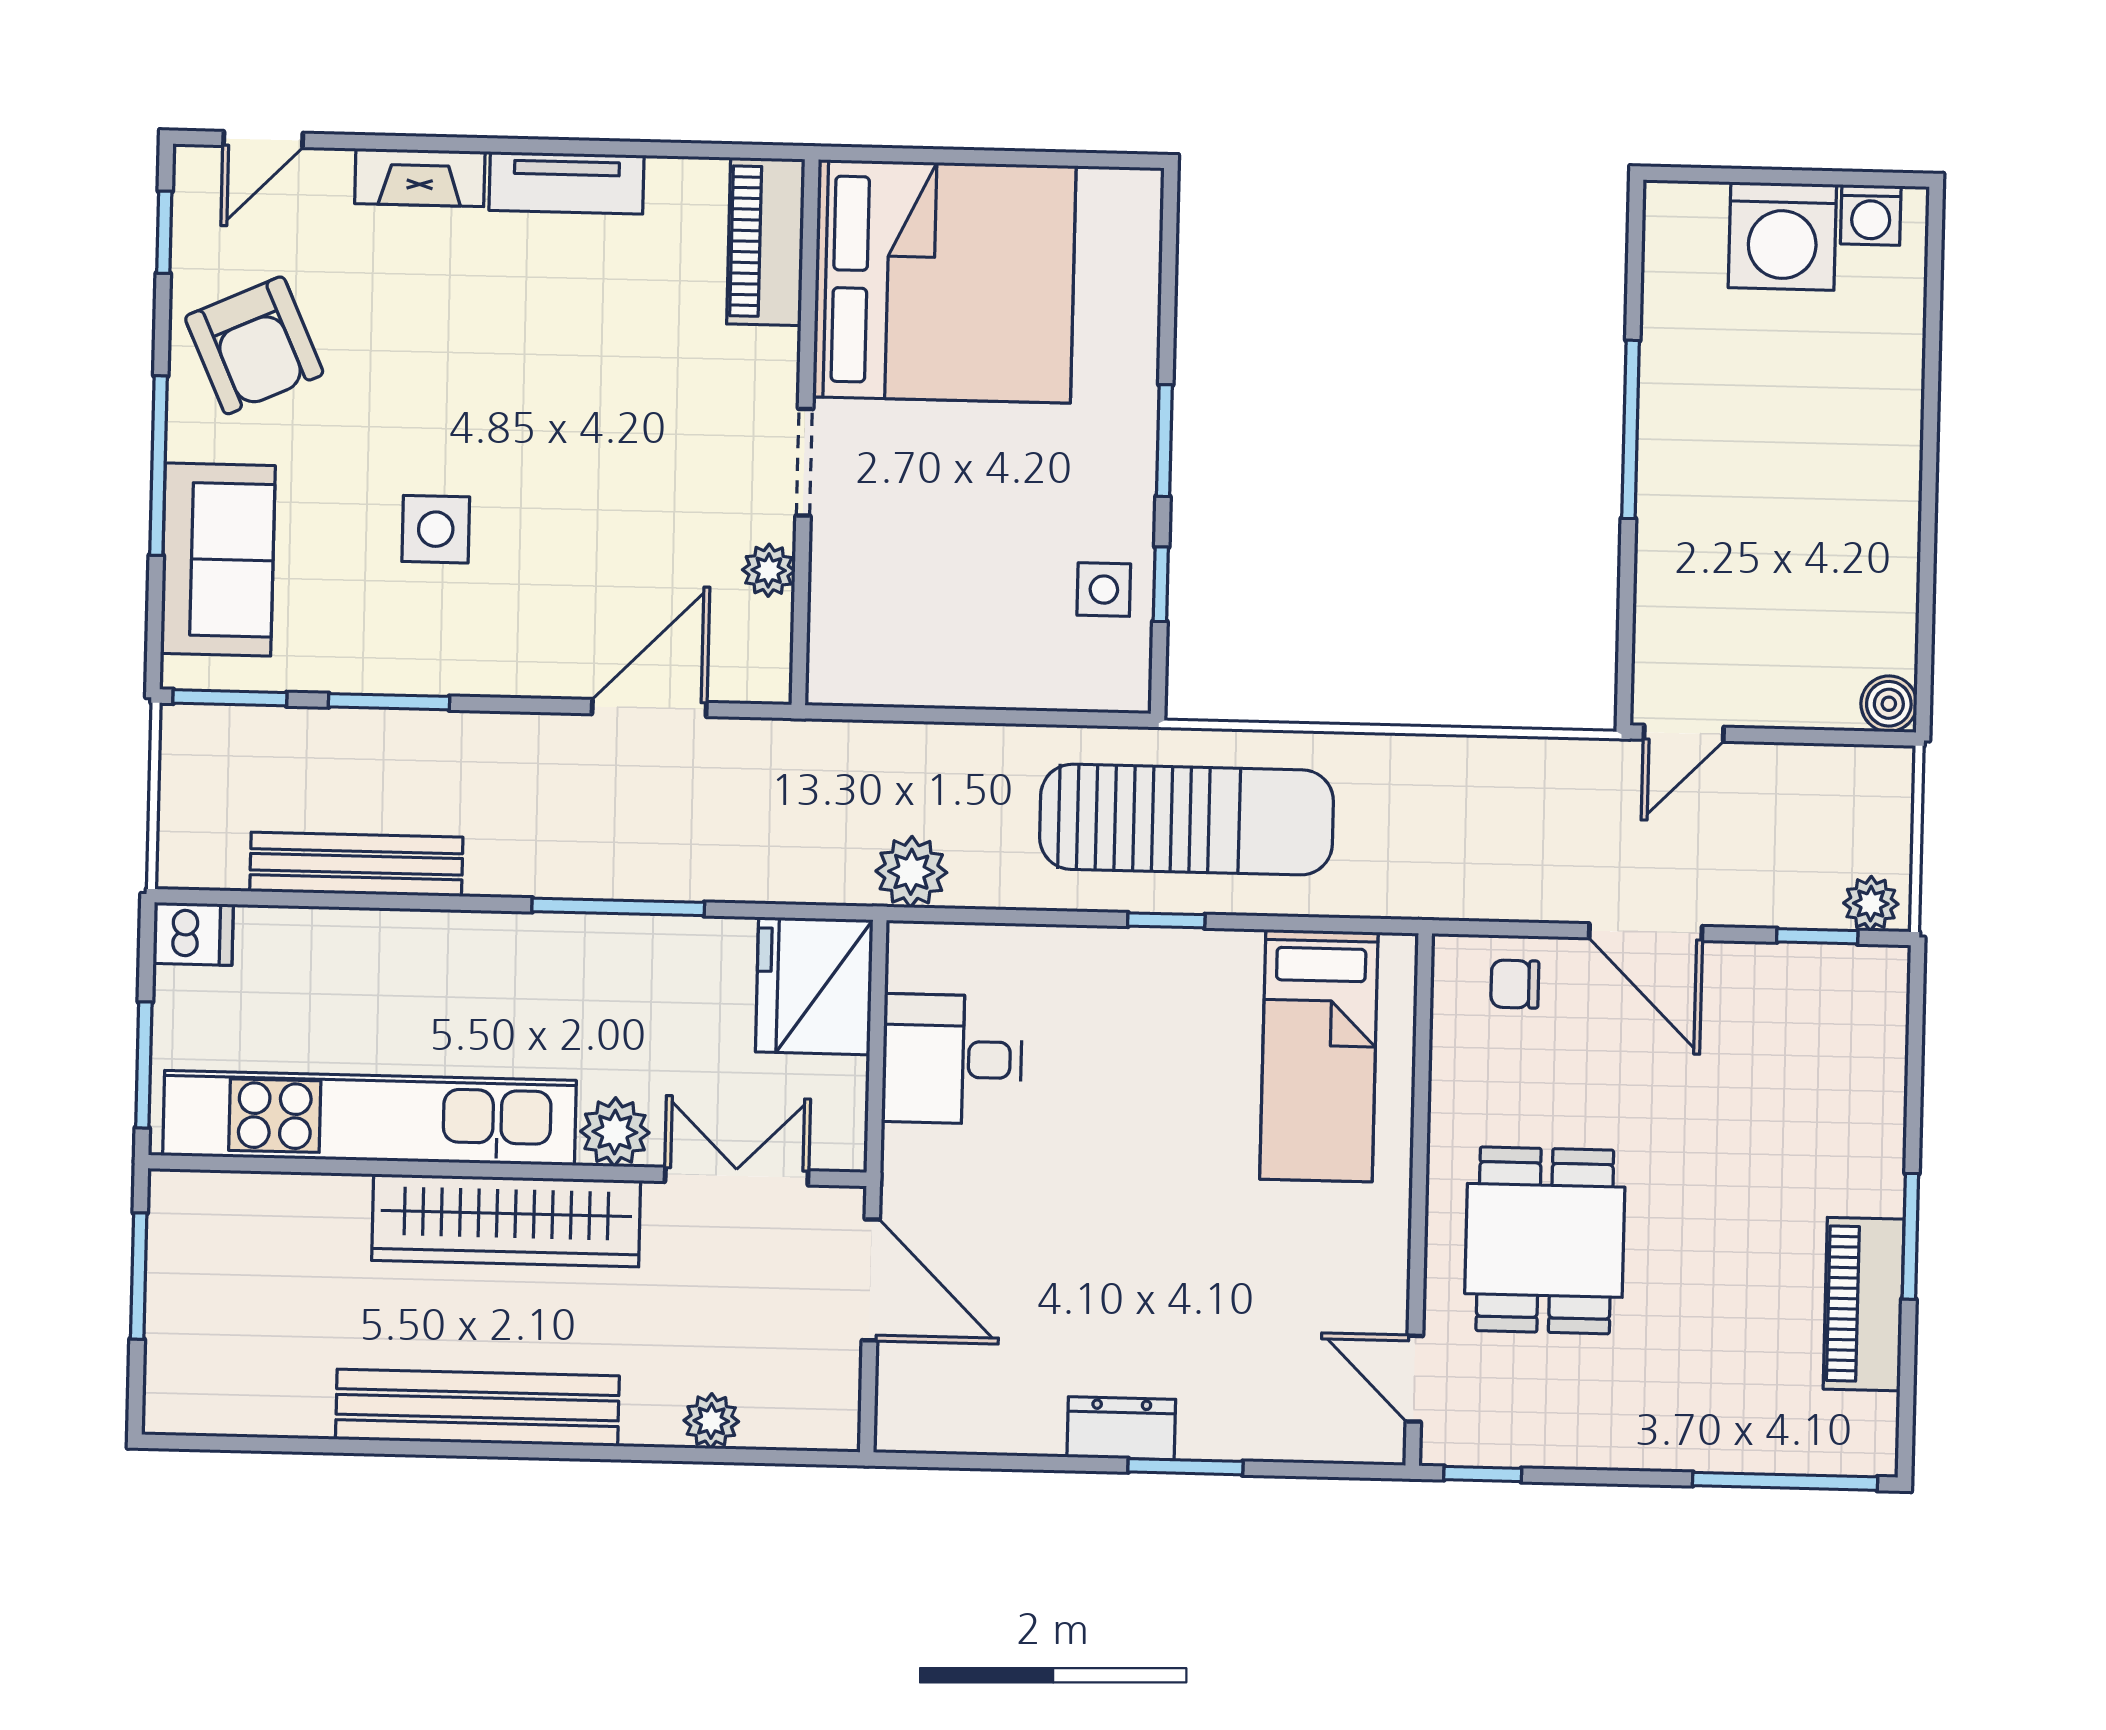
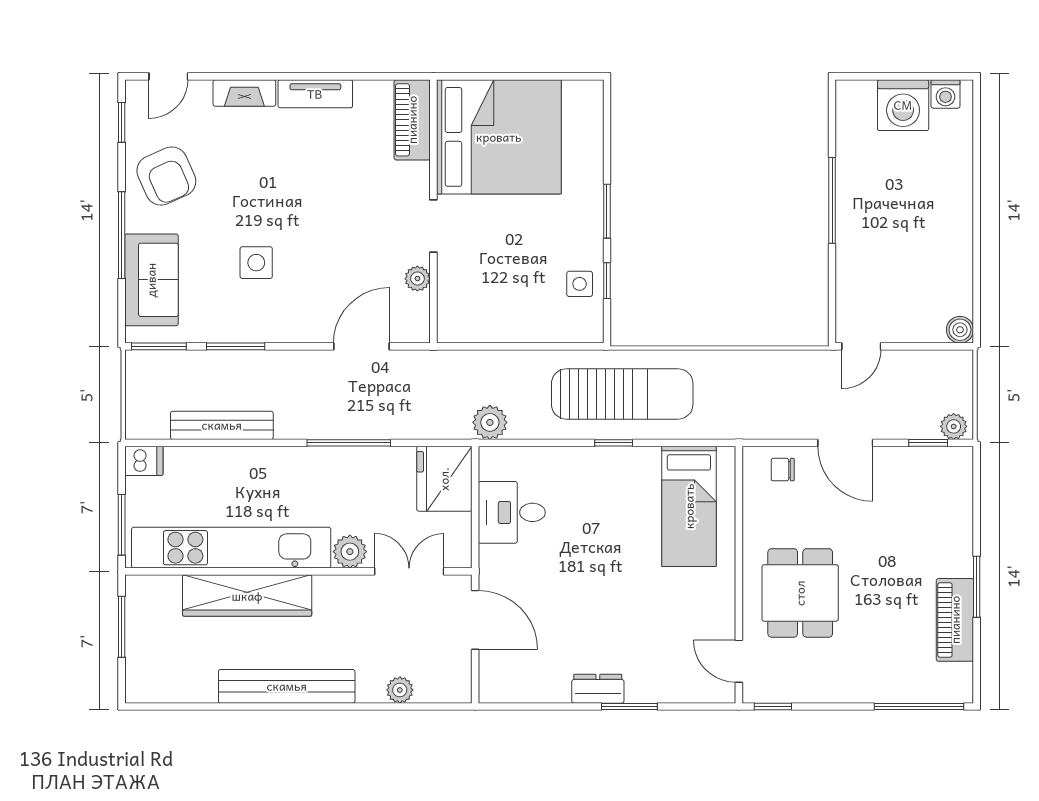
wardrobe: (506, 1220) -> (247, 596), moved

